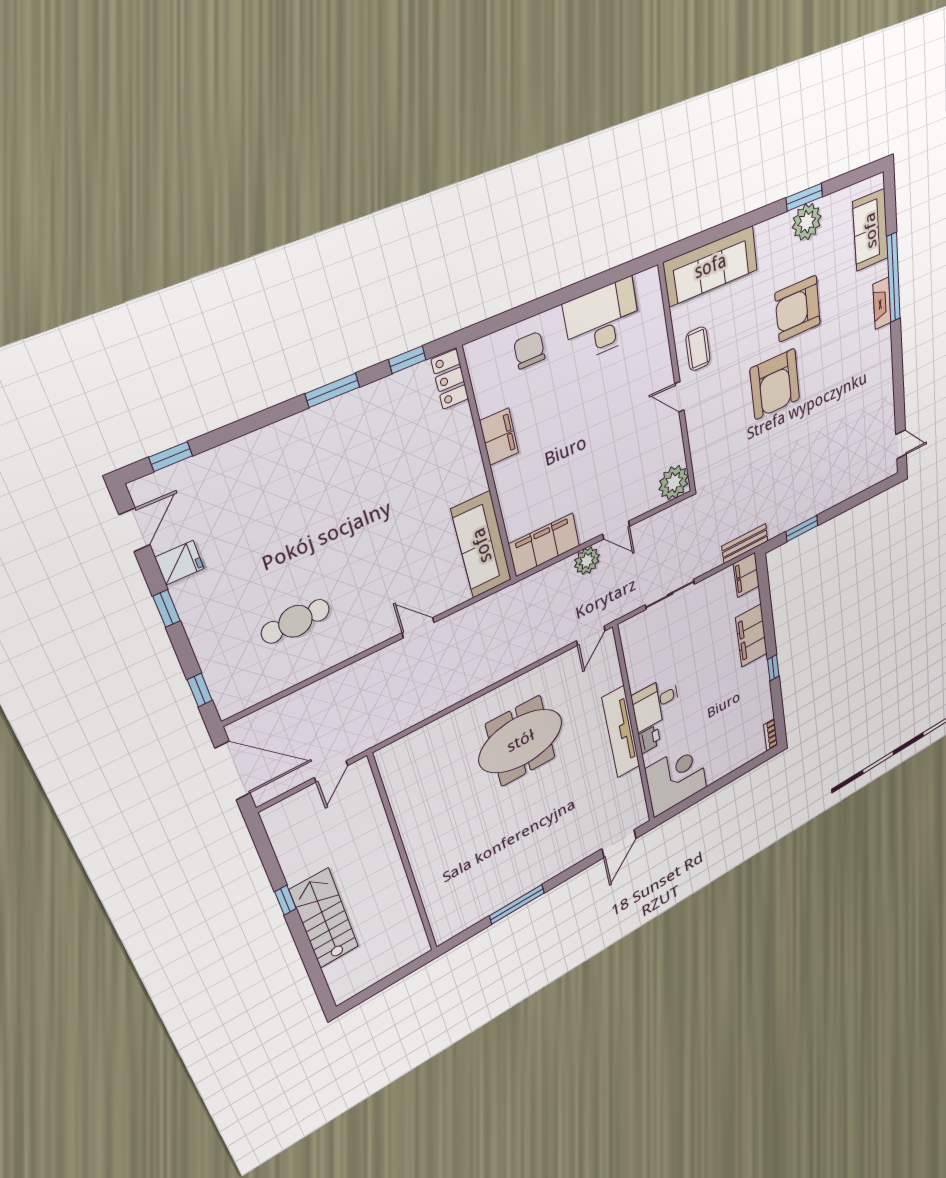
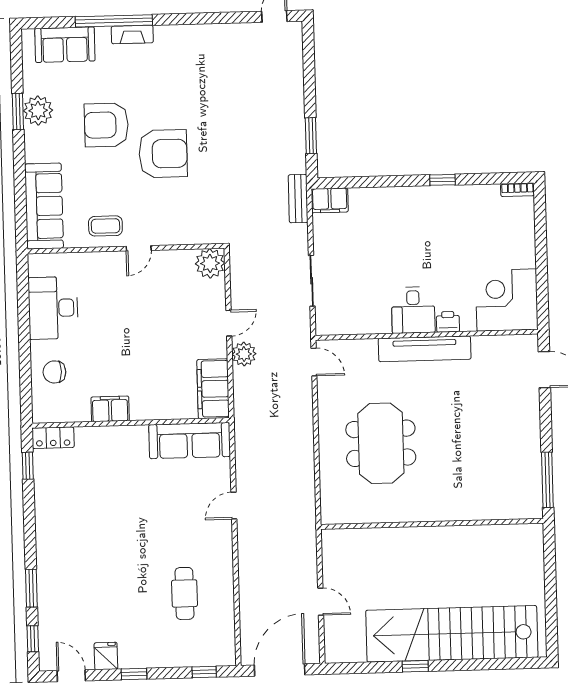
armchair: (798, 309) -> (106, 125), turned 90
window: (332, 390) -> (31, 588), moved
filing cabinet: (751, 636) -> (395, 201), removed
wall: (404, 856) -> (432, 524), moved
stairs: (324, 919) -> (452, 634), width x1.86, depth x1.51

